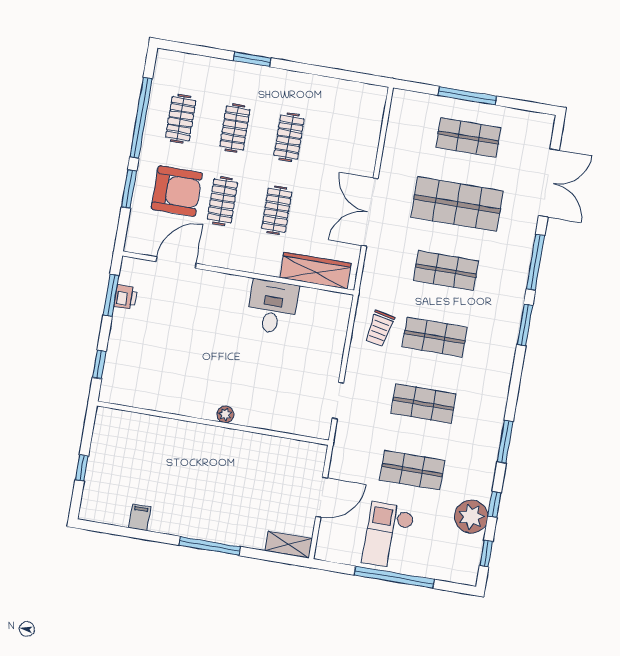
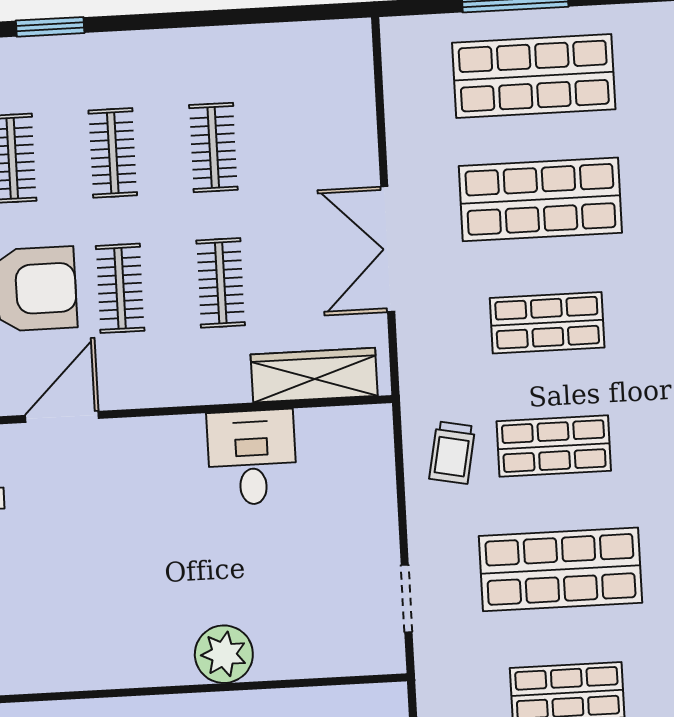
window: (252, 59) -> (50, 27), moved
shop shelf: (468, 138) -> (534, 76), width x1.43, depth x1.36
shop shelf: (423, 404) -> (560, 569), width x1.43, depth x1.36
plant: (225, 414) -> (224, 654), width x1.87, depth x1.87

